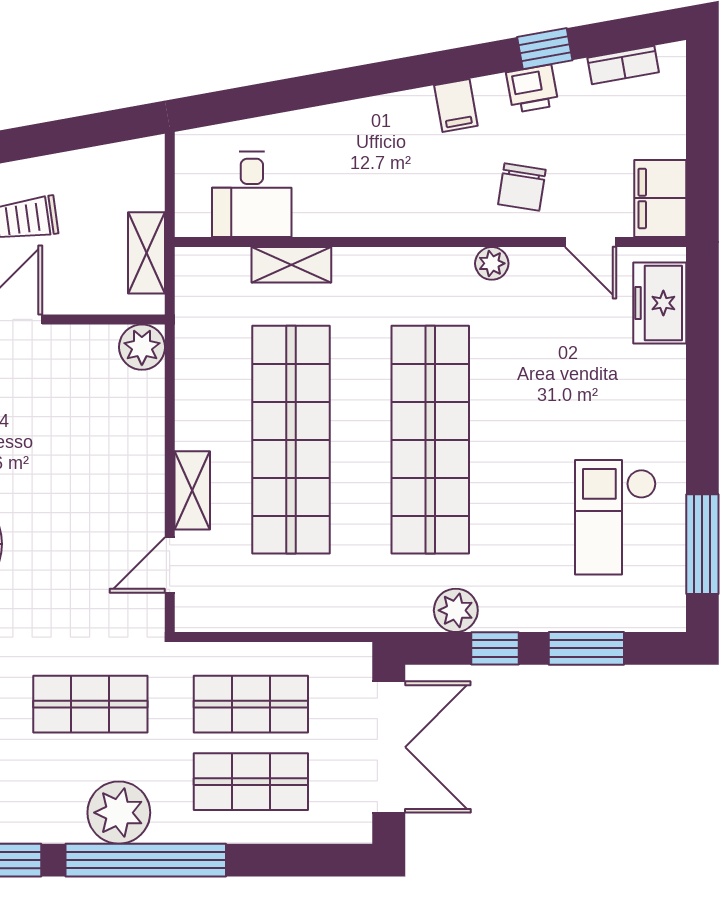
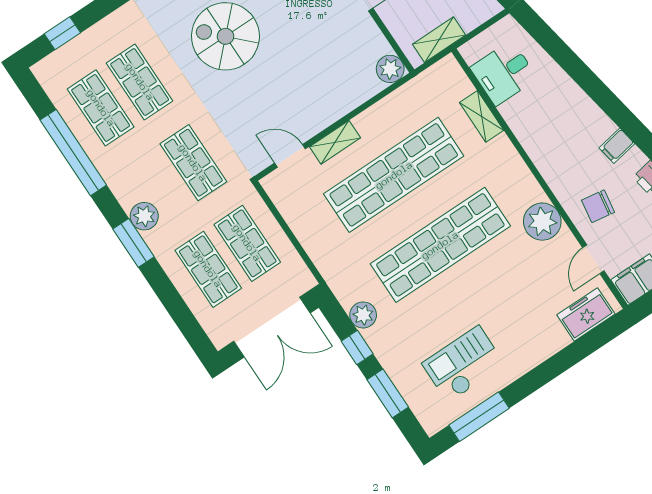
plant: (492, 263) -> (542, 222), width x1.87, depth x1.87
plant: (119, 813) -> (144, 216), width x0.73, depth x0.73
window: (146, 860) -> (134, 243), width x0.47

